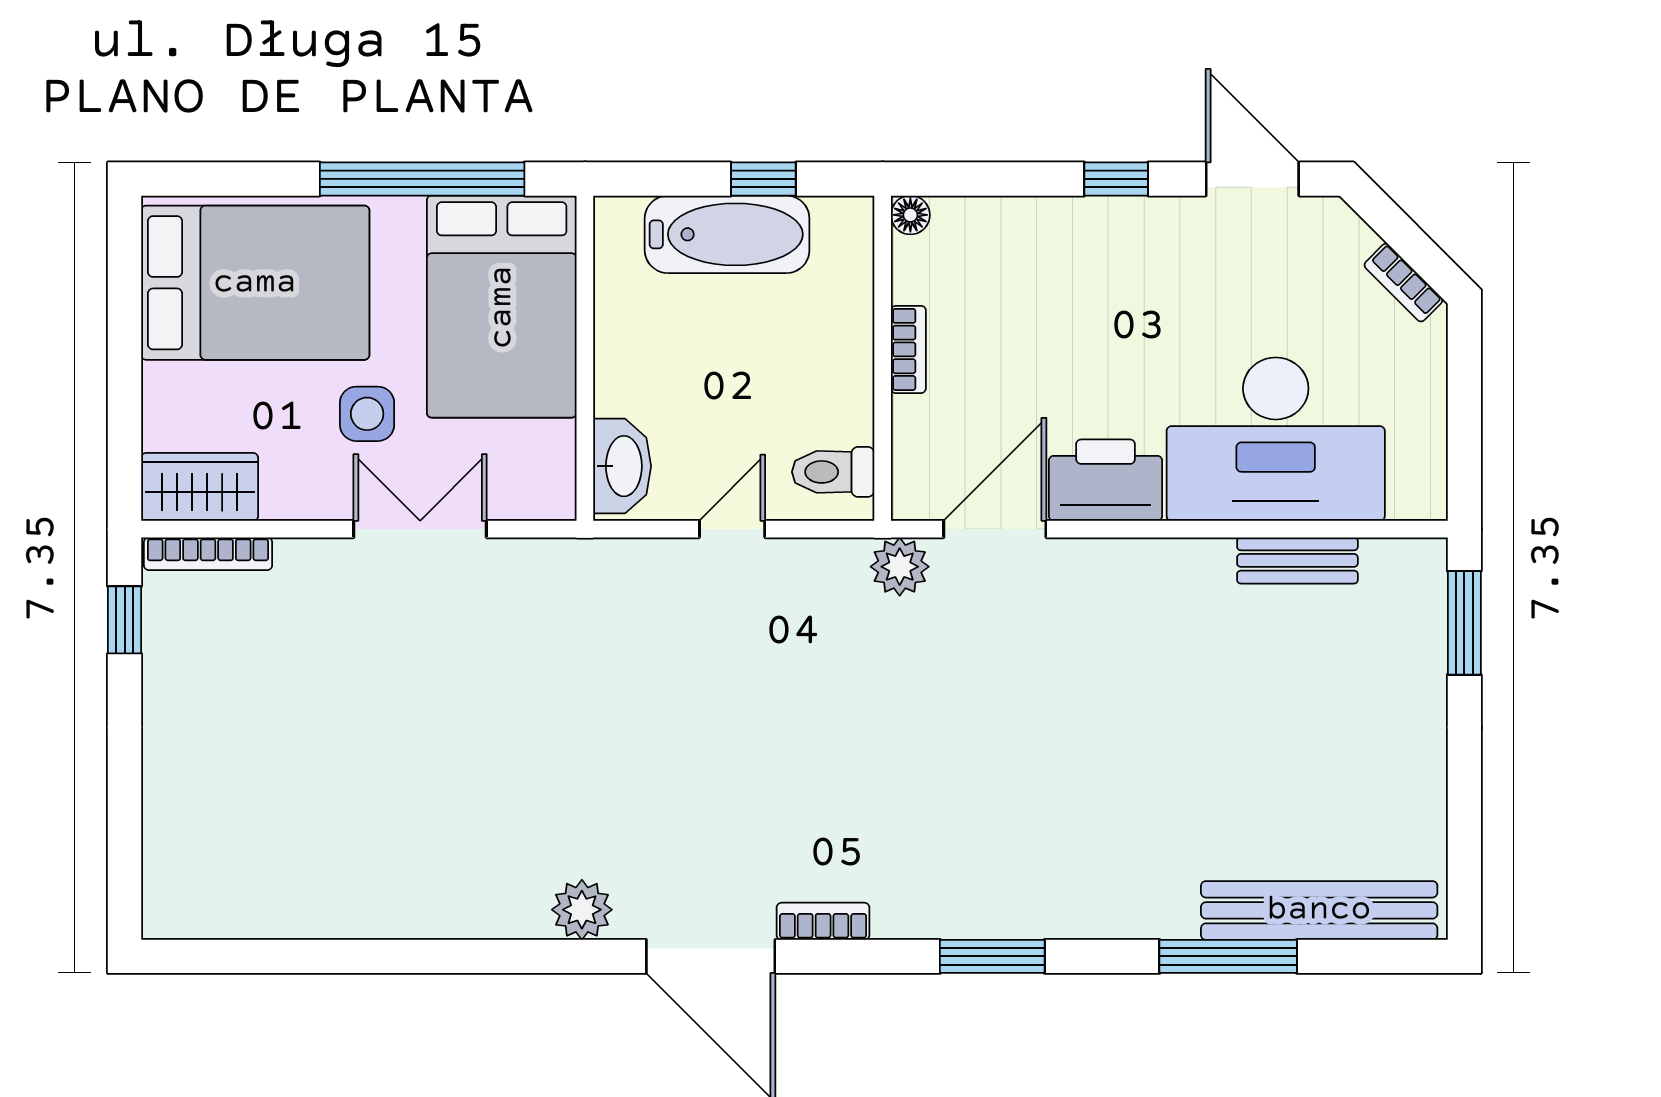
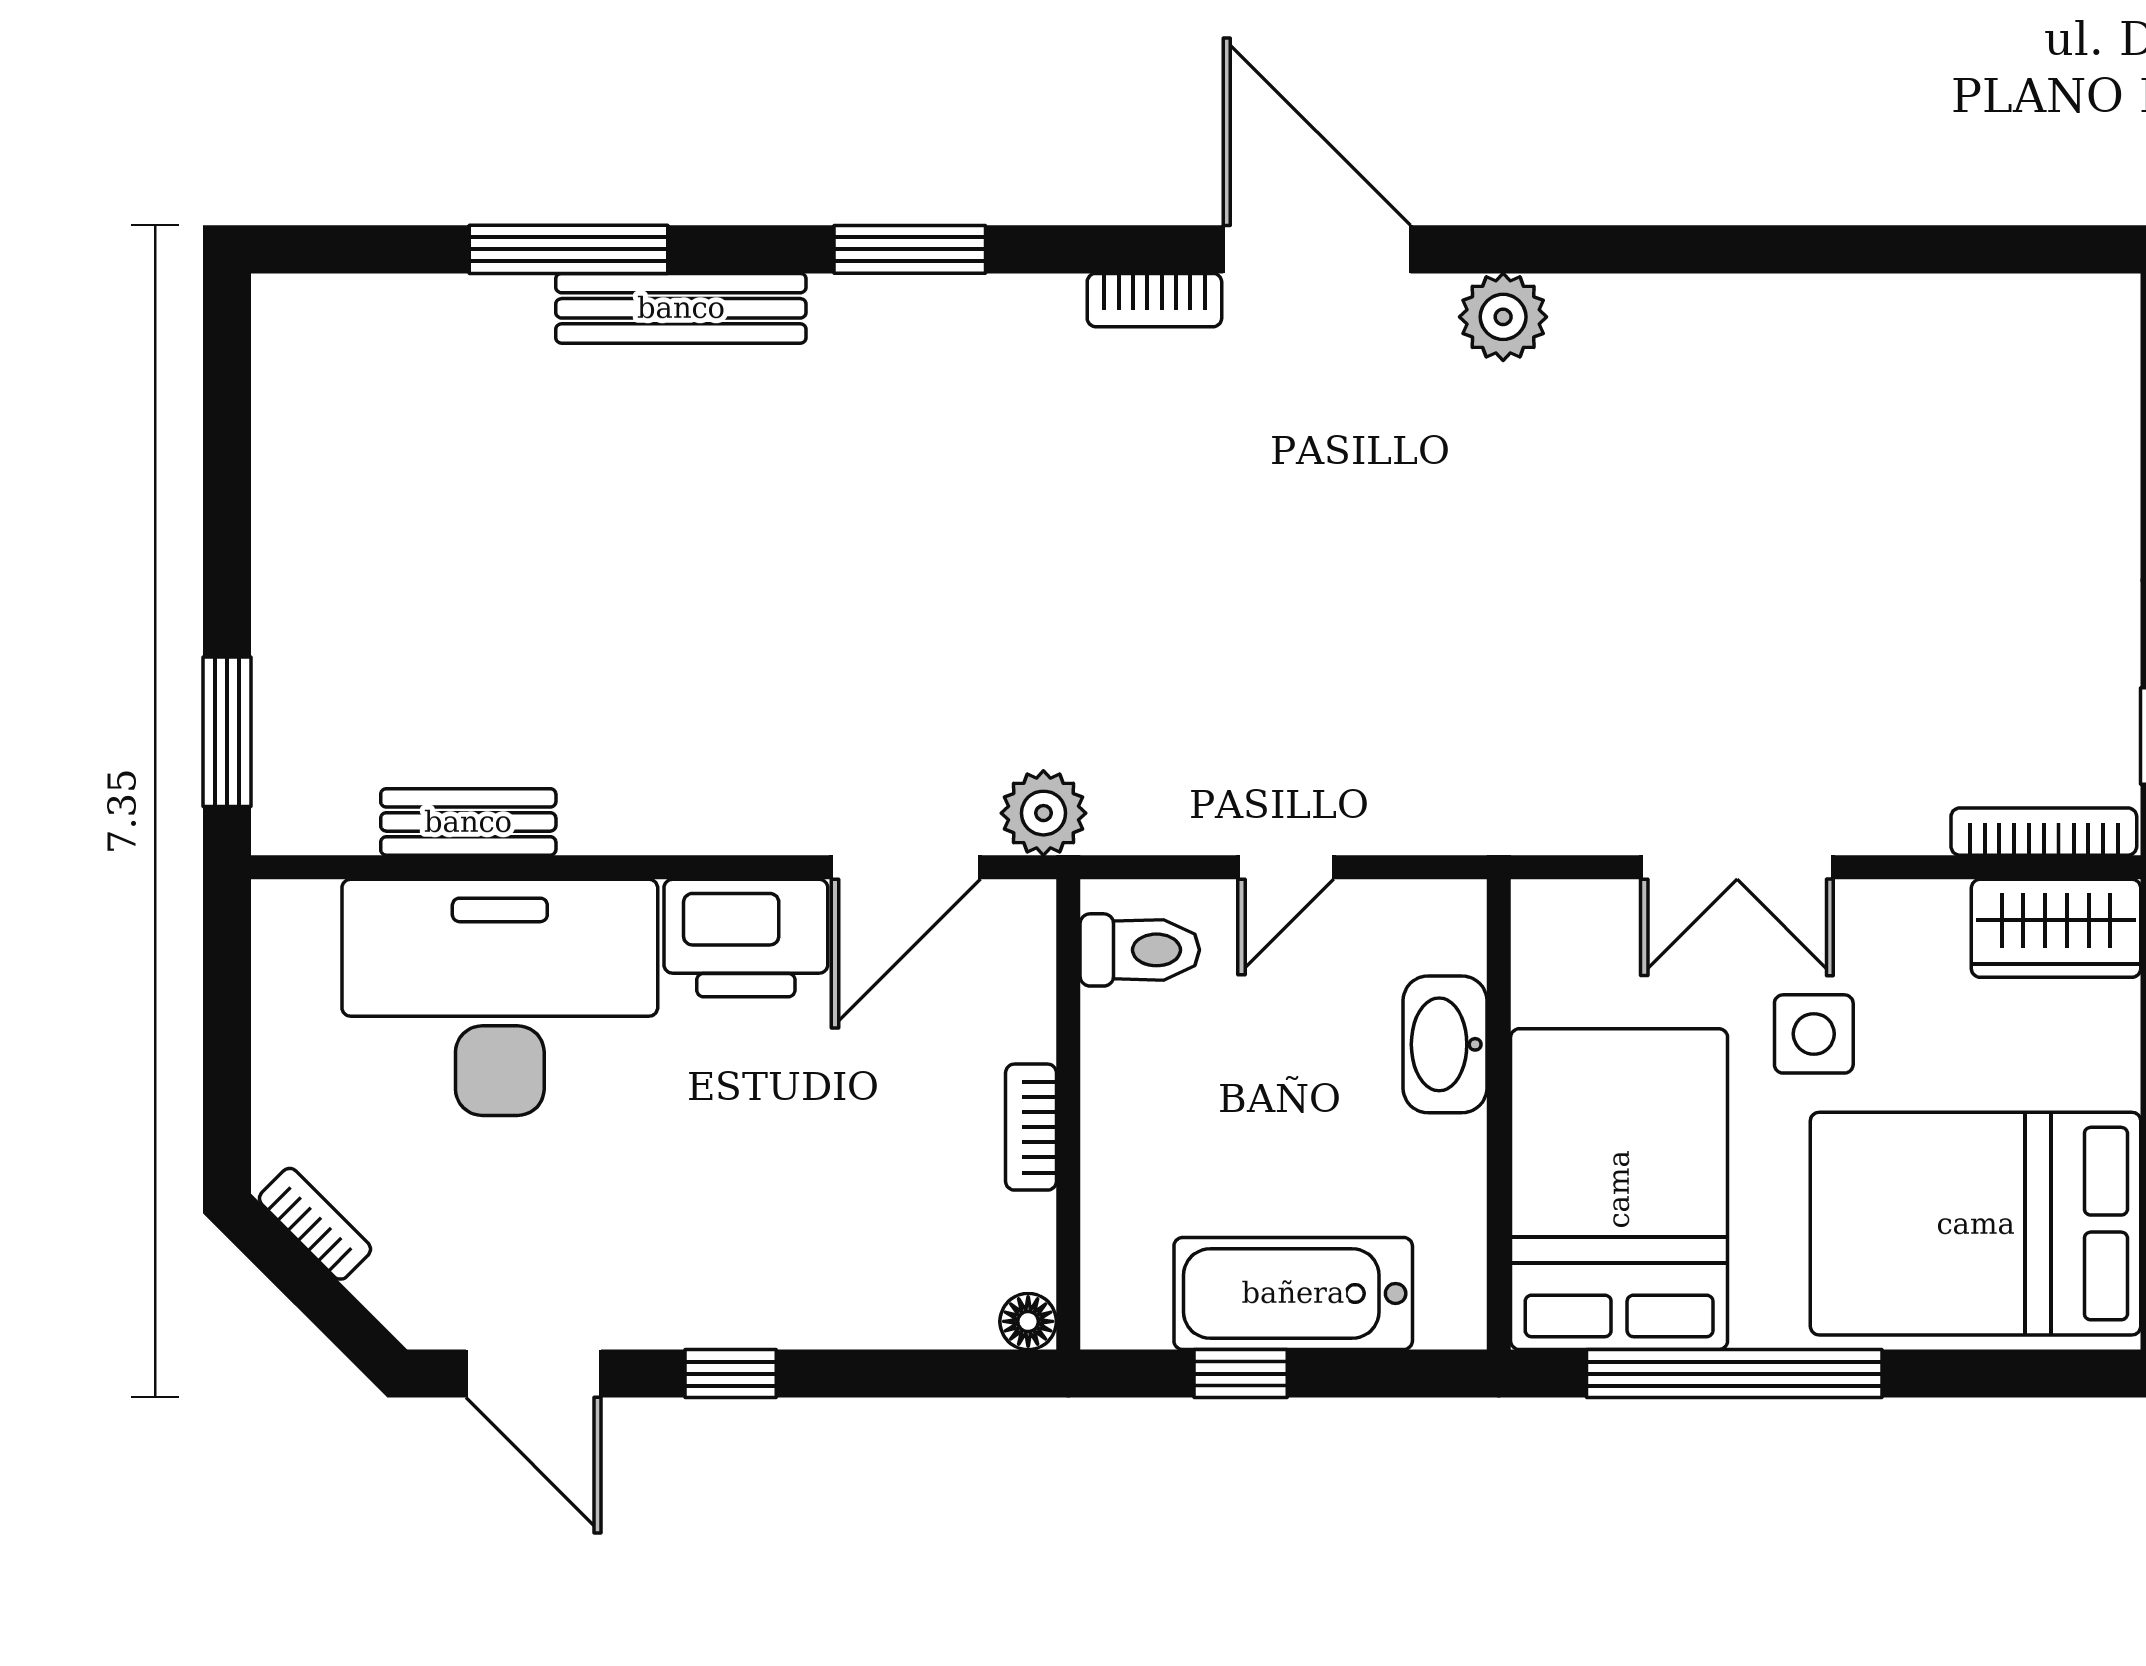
washbasin: (622, 466) -> (1445, 1044), moved
bench: (1319, 910) -> (681, 308), moved, width x0.73, depth x0.82

